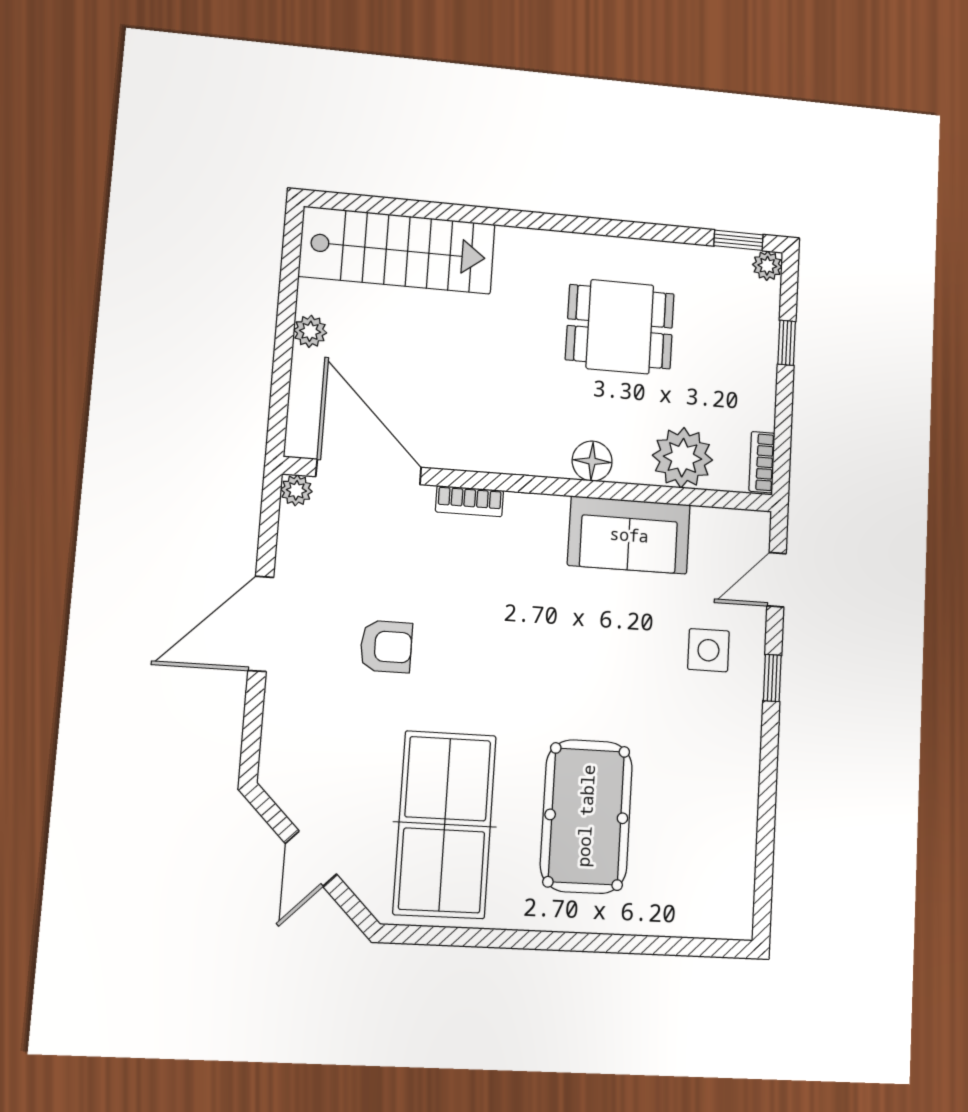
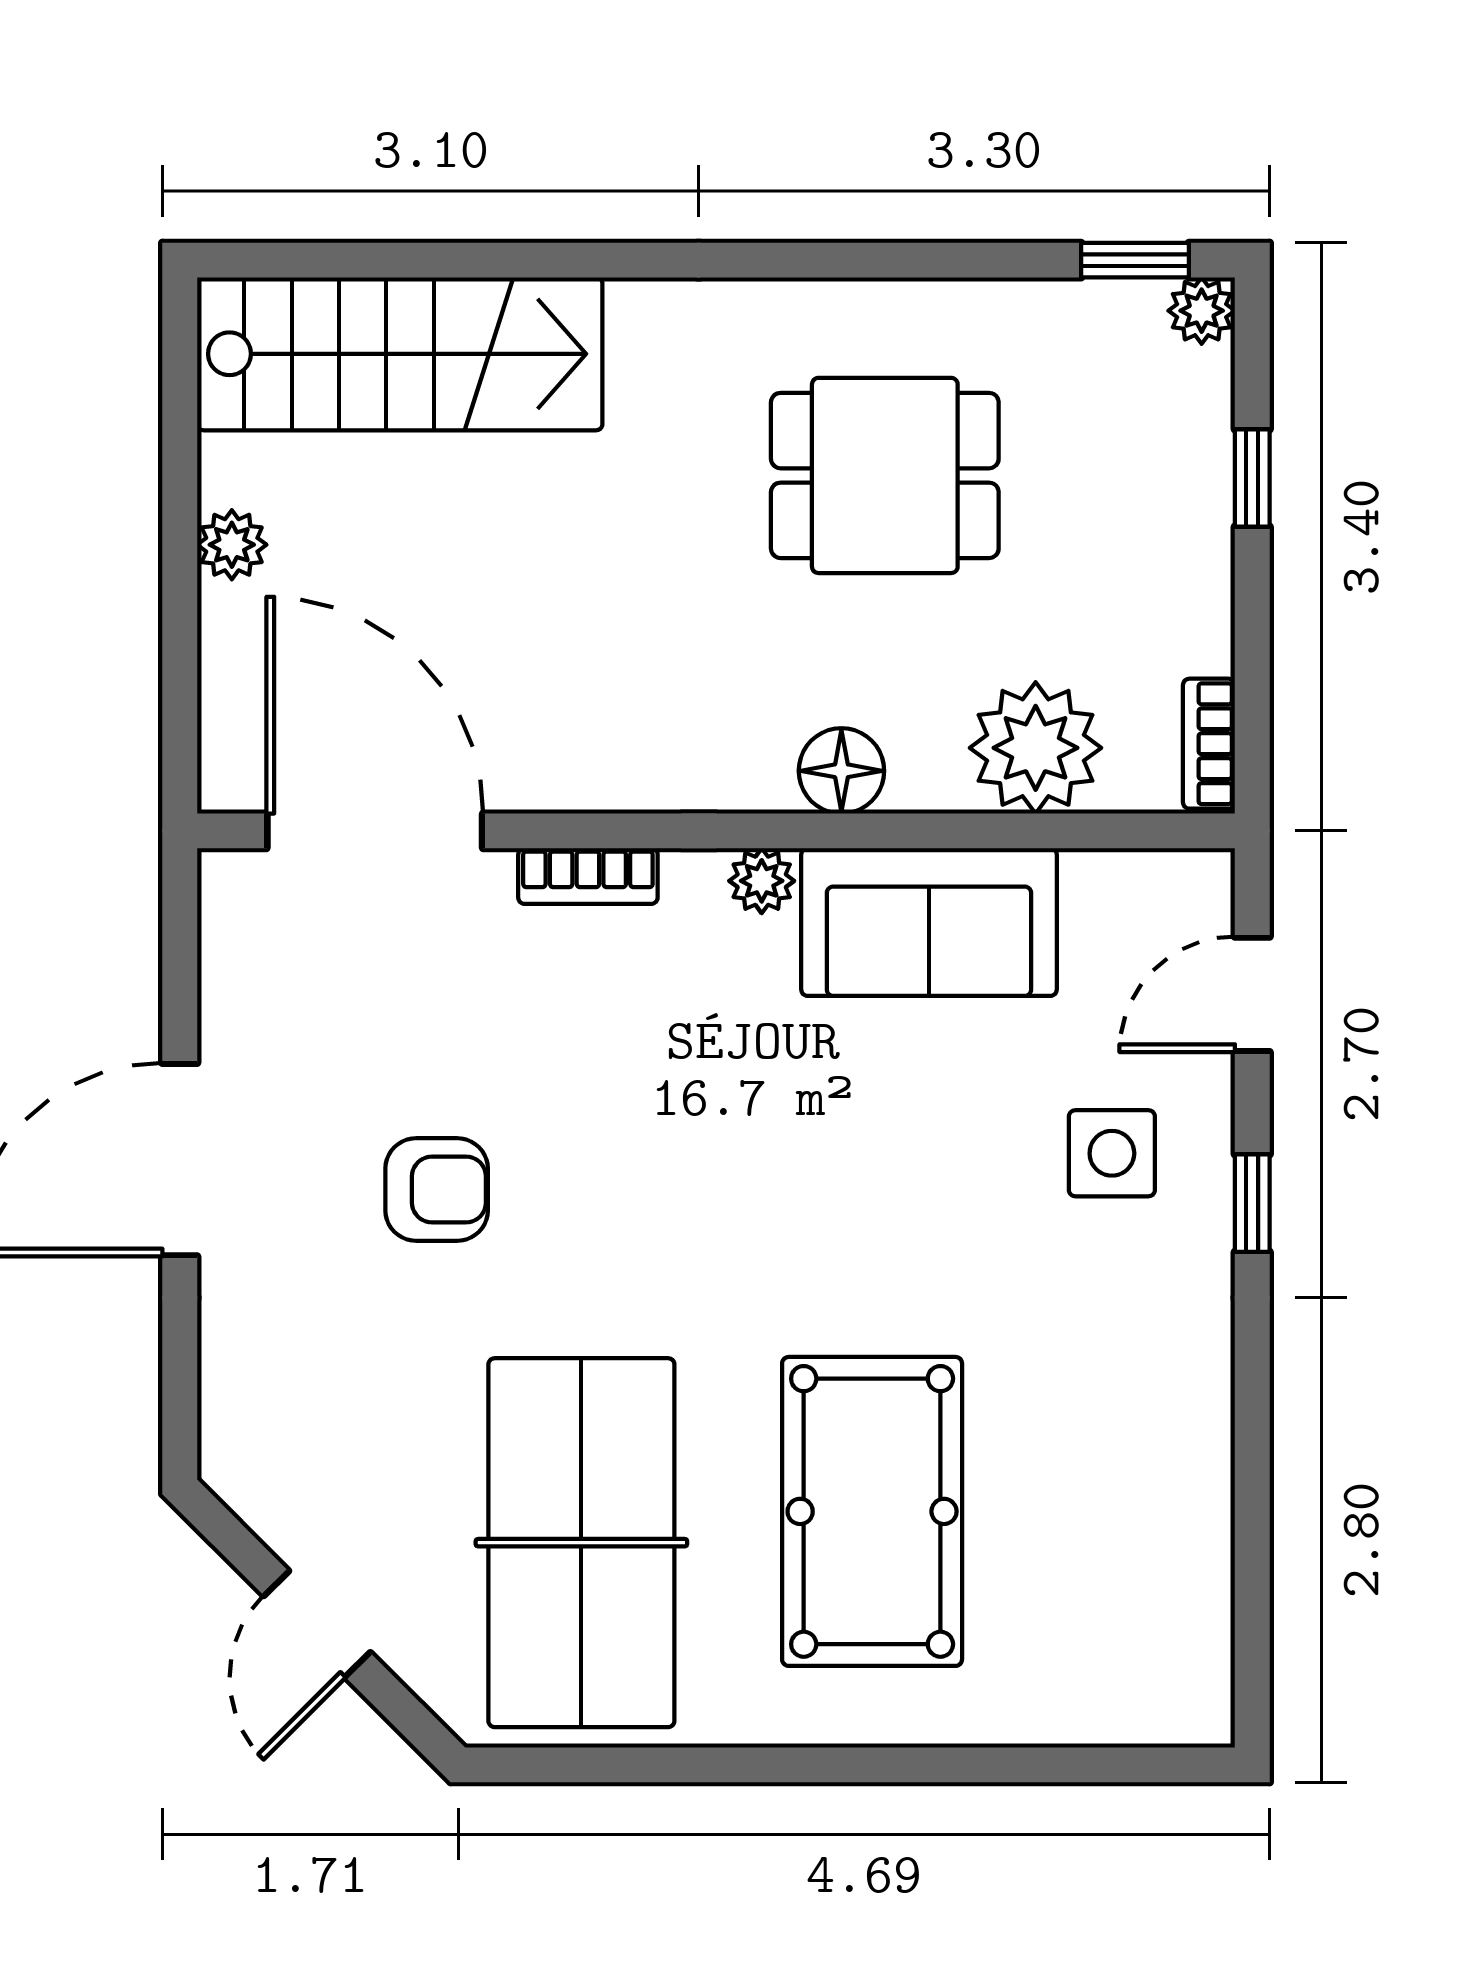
plant: (296, 490) -> (762, 881), moved

